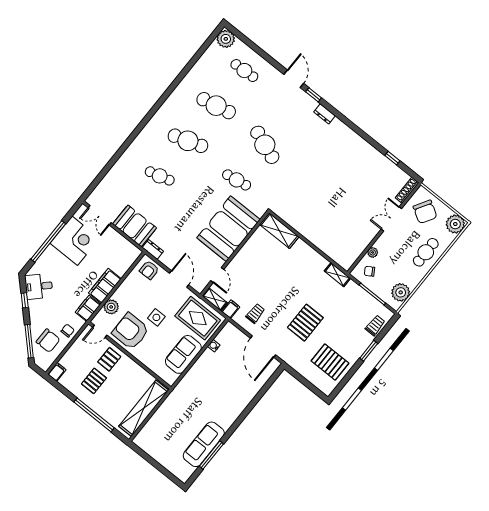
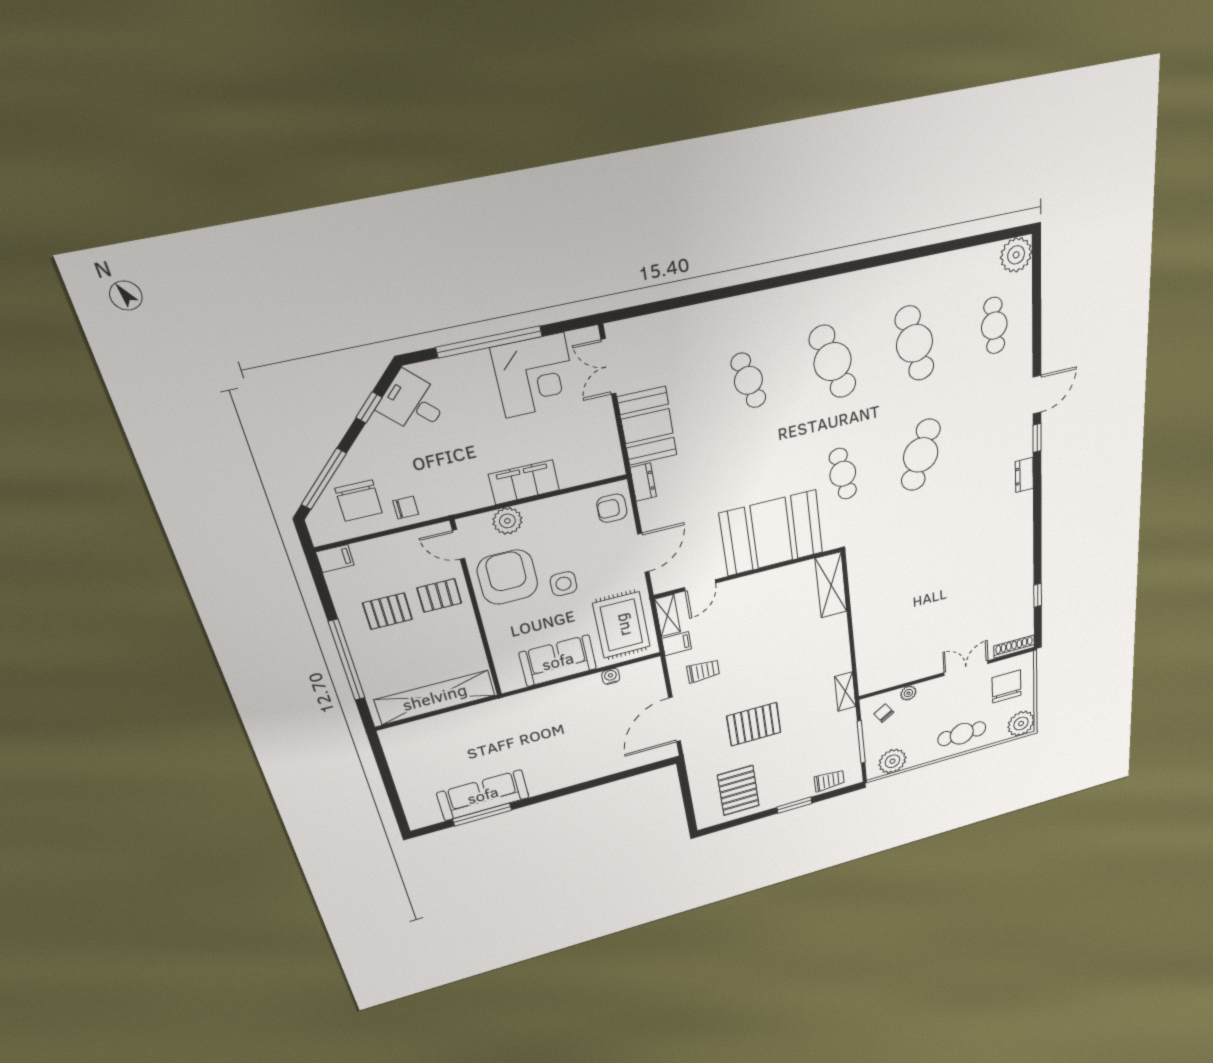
chair: (425, 212) -> (1007, 687), turned 149
filing cabinet: (88, 308) -> (468, 497), removed

